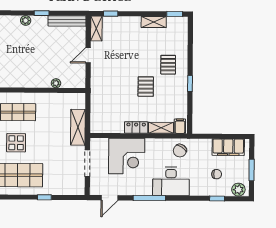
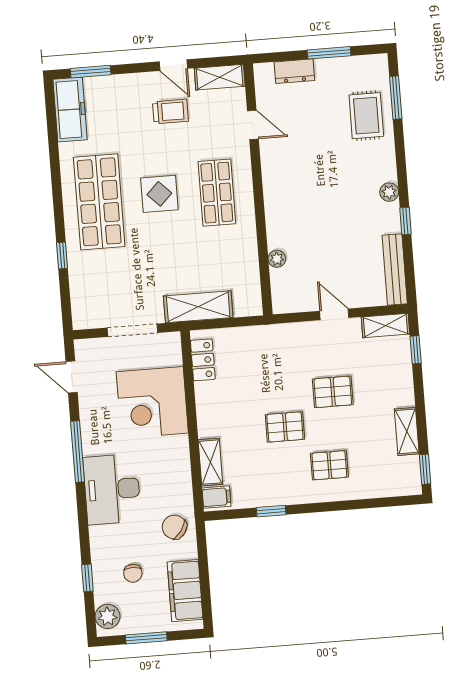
pallet: (129, 60) -> (333, 392), added
window: (190, 84) -> (271, 511), moved
locker: (136, 127) -> (203, 360), moved
chair: (180, 151) -> (174, 527), moved

